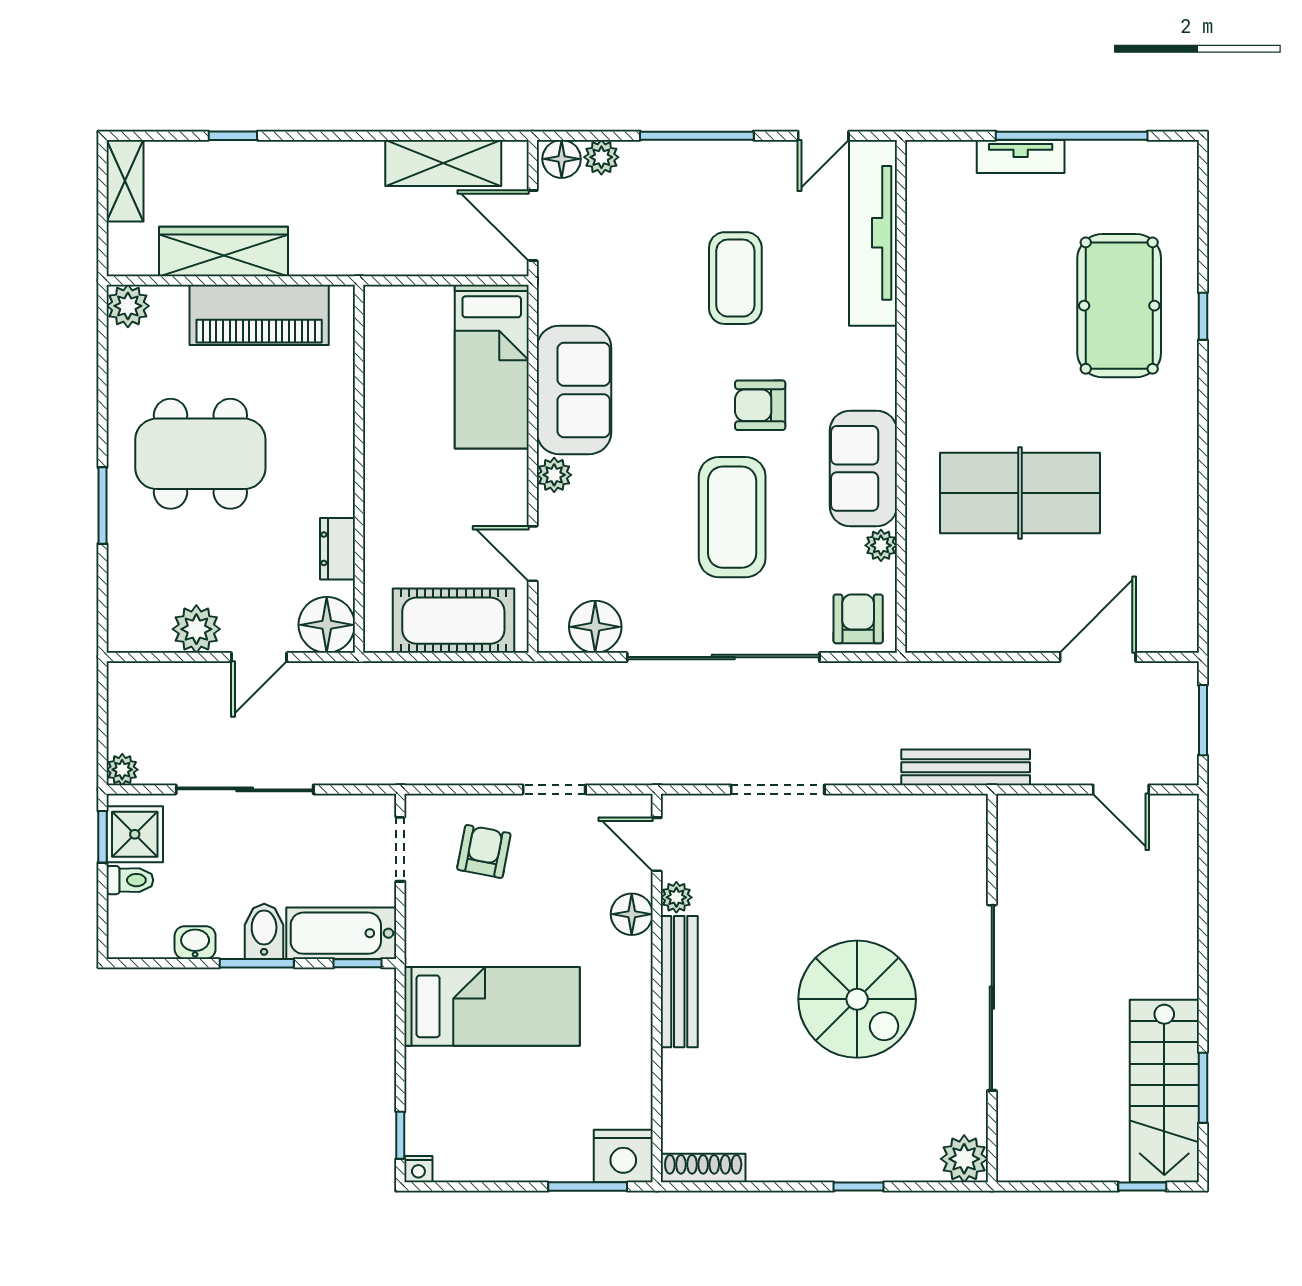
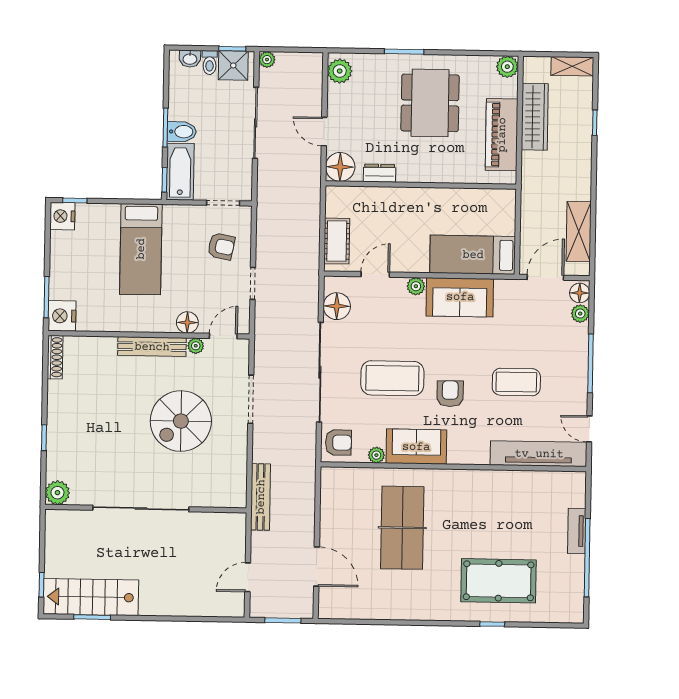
cot: (453, 621) -> (337, 241), width x0.73, depth x0.75
plant: (196, 629) -> (340, 71), moved
washbasin: (195, 943) -> (190, 59), moved, turned 90
spiral stairs: (857, 999) -> (181, 421), moved
nightstand: (418, 1169) -> (62, 216), width x1.89, depth x1.79

